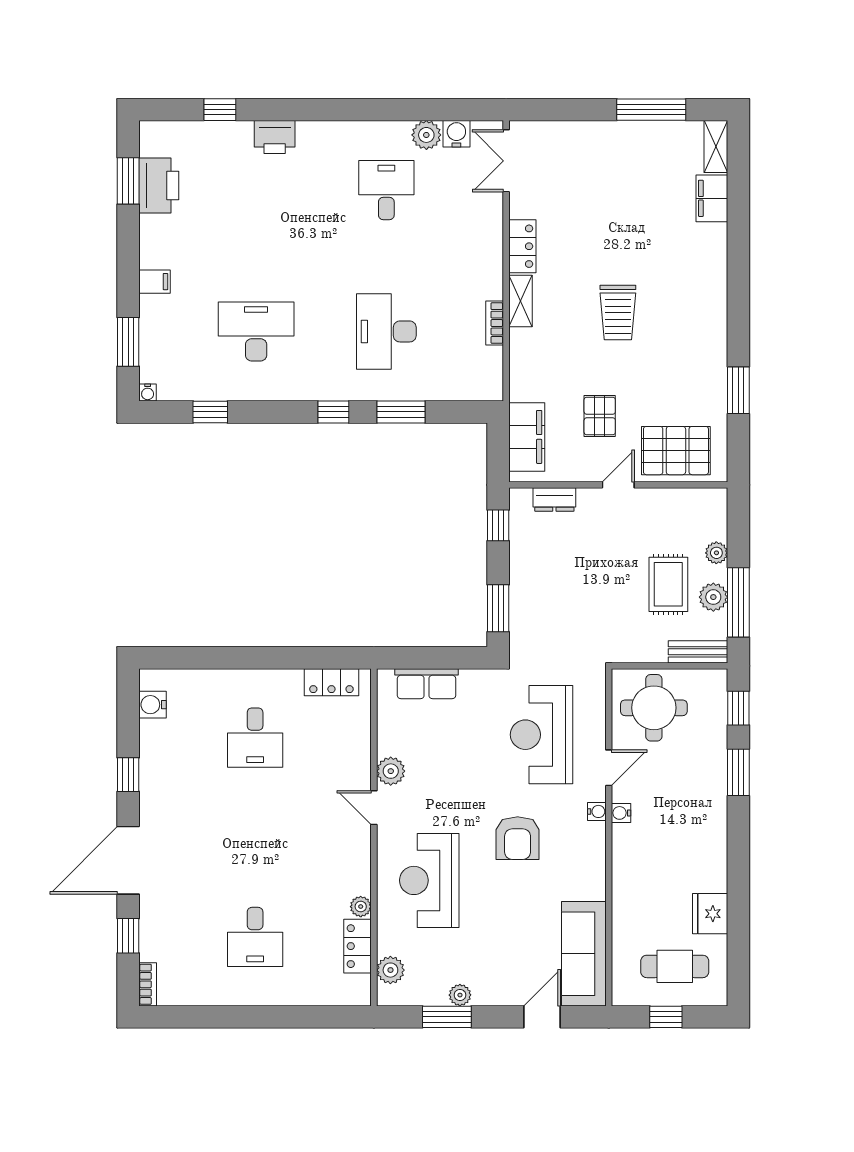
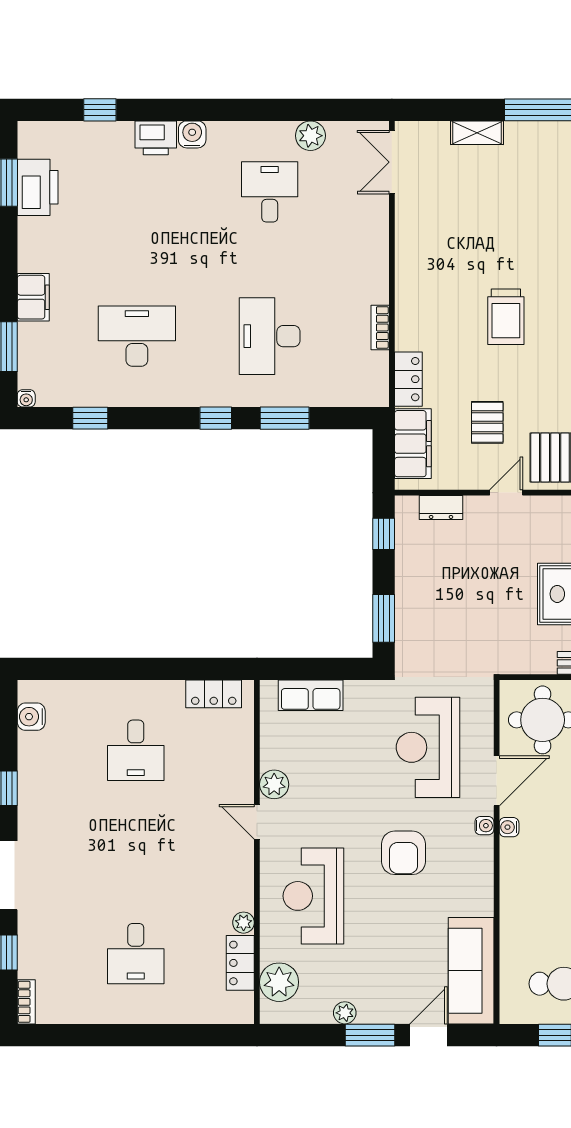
water cooler: (456, 134) -> (192, 134), moved
locker: (522, 246) -> (408, 379), moved
filing cabinet: (155, 282) -> (33, 297), width x2.00
shelving: (521, 301) -> (477, 133), moved, turned 90
door: (609, 768) -> (497, 781), width x1.38
plant: (390, 970) -> (279, 982), width x1.36, depth x1.36
window: (447, 1017) -> (370, 1035), moved

